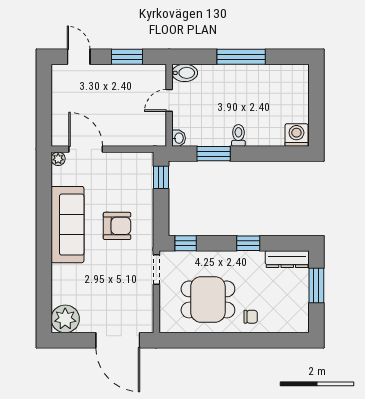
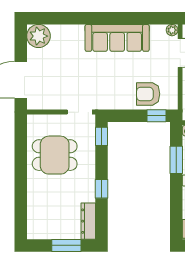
armchair: (117, 226) -> (148, 94), moved, turned 90
dining table: (208, 299) -> (55, 155), turned 90
chair: (251, 317) -> (40, 191), removed

